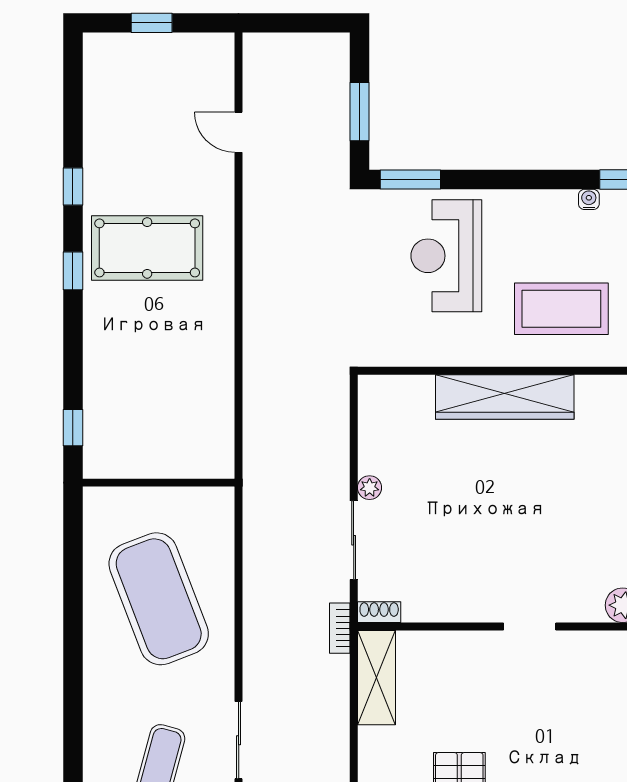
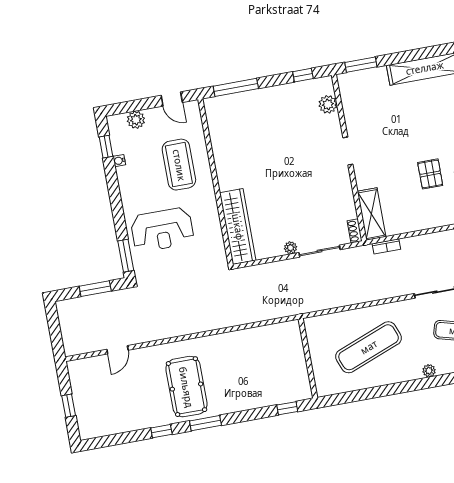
window: (73, 271) -> (205, 423), width x1.50
wardrobe: (505, 397) -> (238, 227), moved
exercise mat: (159, 599) -> (369, 347), width x0.68
bookcase: (340, 628) -> (386, 246), moved
shelving: (376, 678) -> (372, 214), moved, turned 90
plant: (95, 703) -> (429, 371), added

